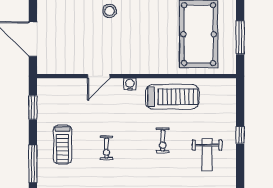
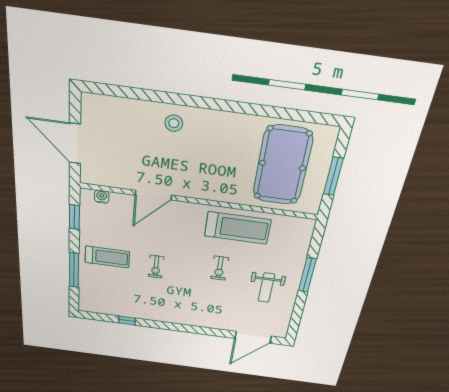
door: (99, 76) -> (153, 195), width x1.36
water cooler: (130, 84) -> (102, 197), moved
window: (240, 135) -> (307, 275), width x2.17
treadmill: (63, 145) -> (107, 257), turned -90

